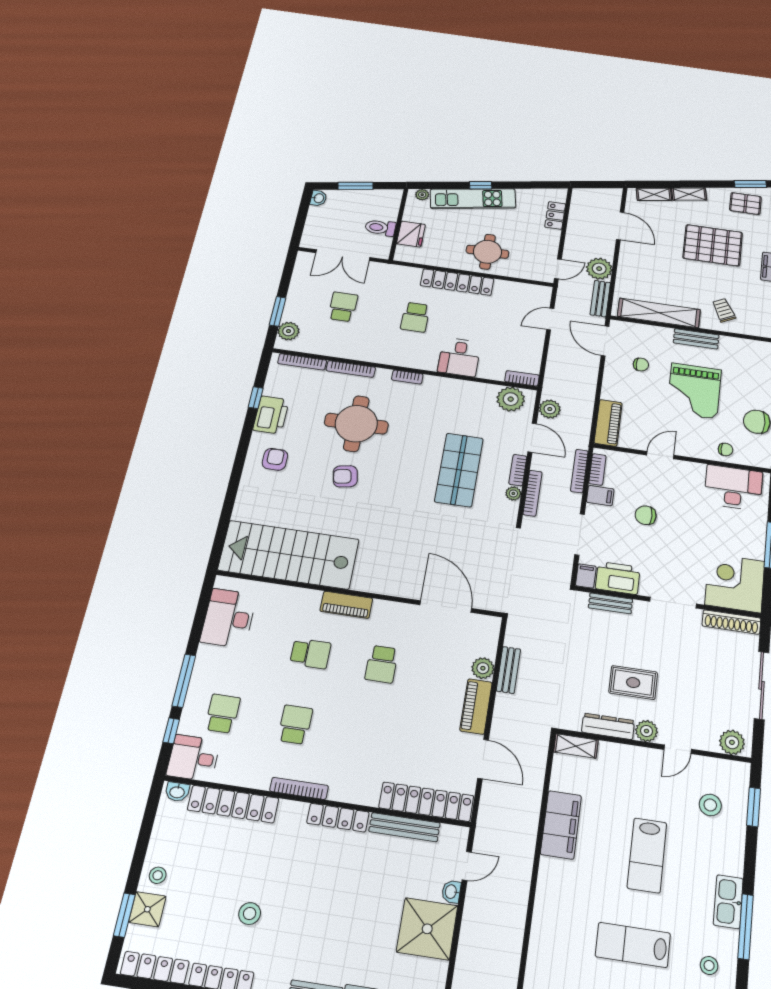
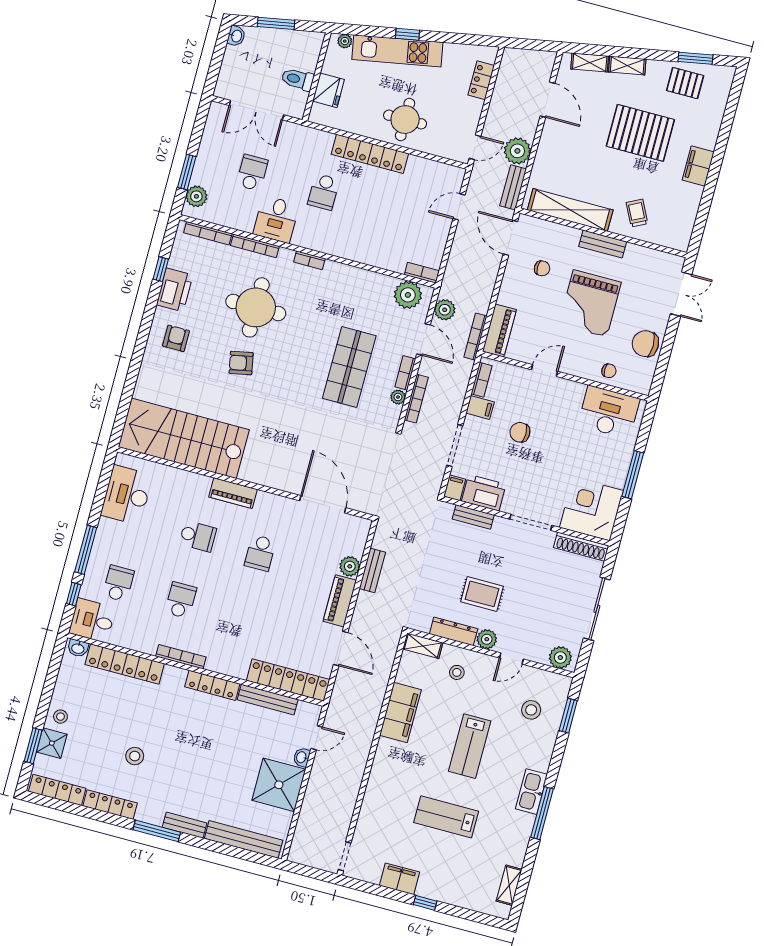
desk: (459, 357) -> (276, 219), moved
bookcase: (579, 471) -> (475, 337), moved
stool: (709, 965) -> (457, 672), moved

